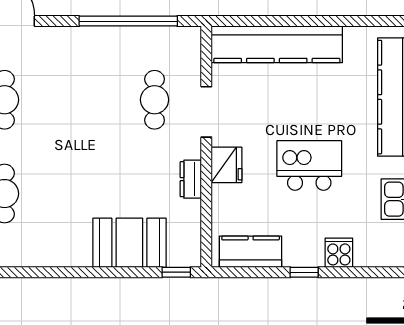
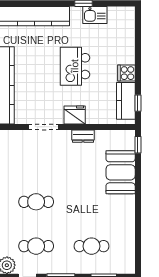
cafe table: (155, 100) -> (36, 202), moved
cooker: (339, 253) -> (126, 73), moved
window: (304, 272) -> (138, 103), moved

